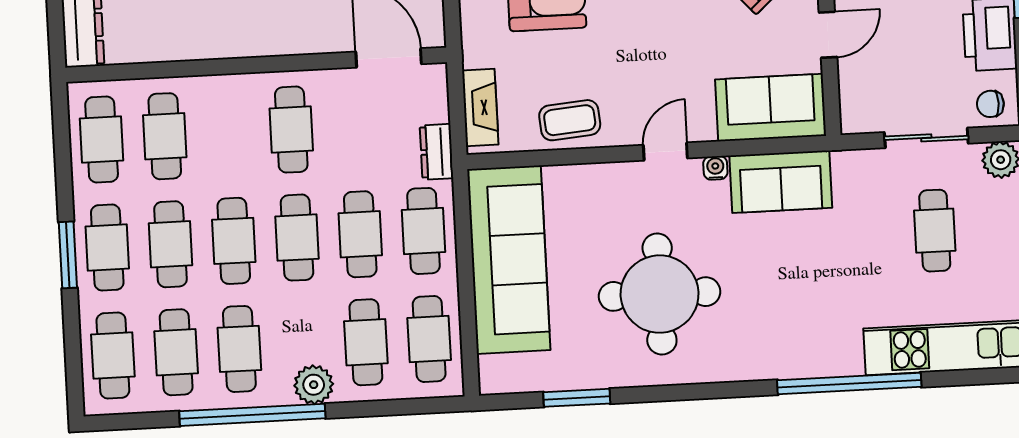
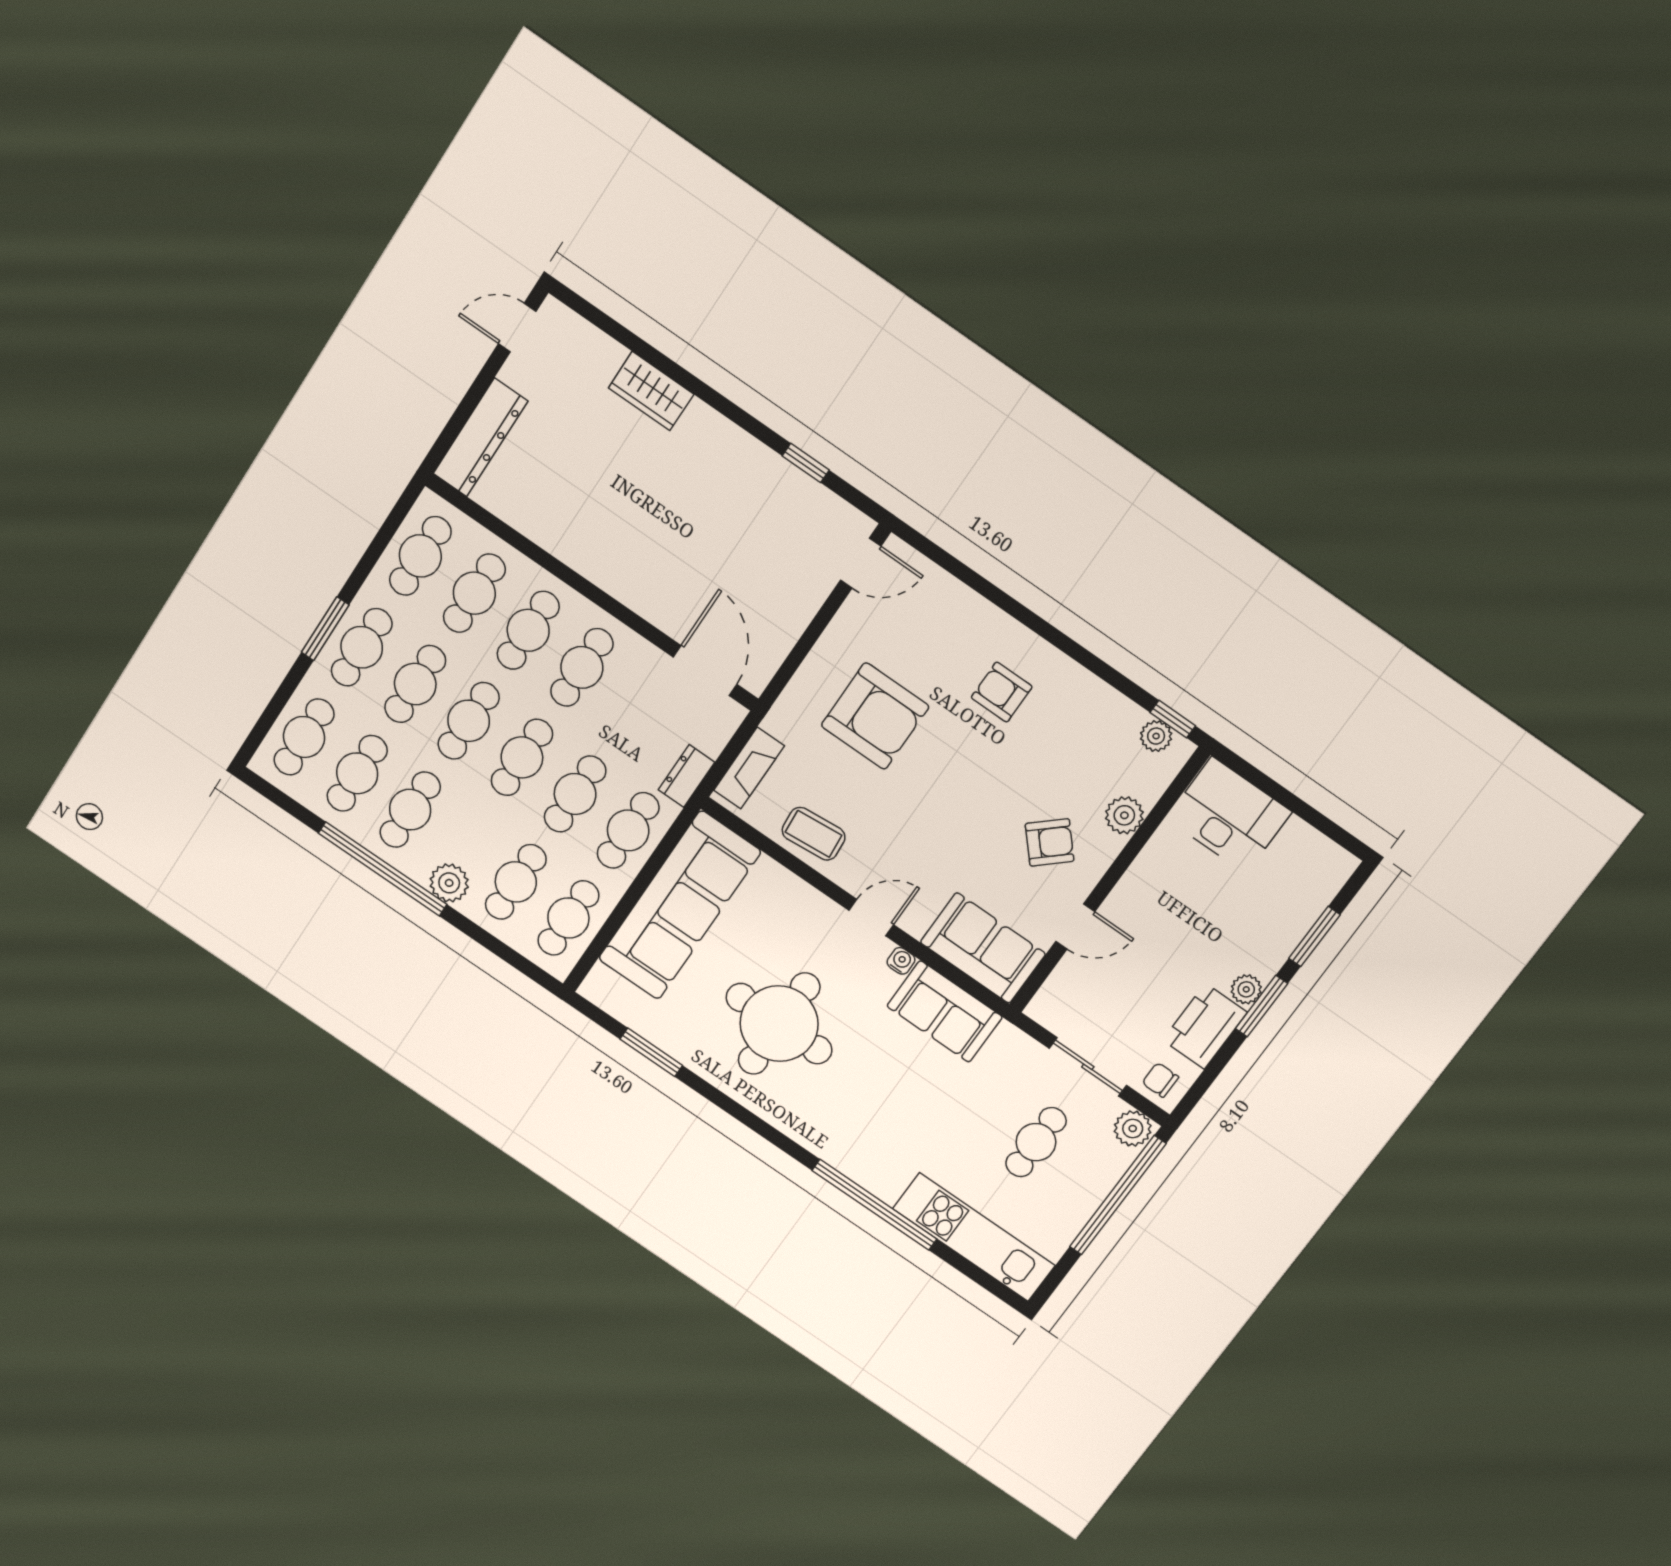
cafe table: (228, 133) -> (528, 630), added

